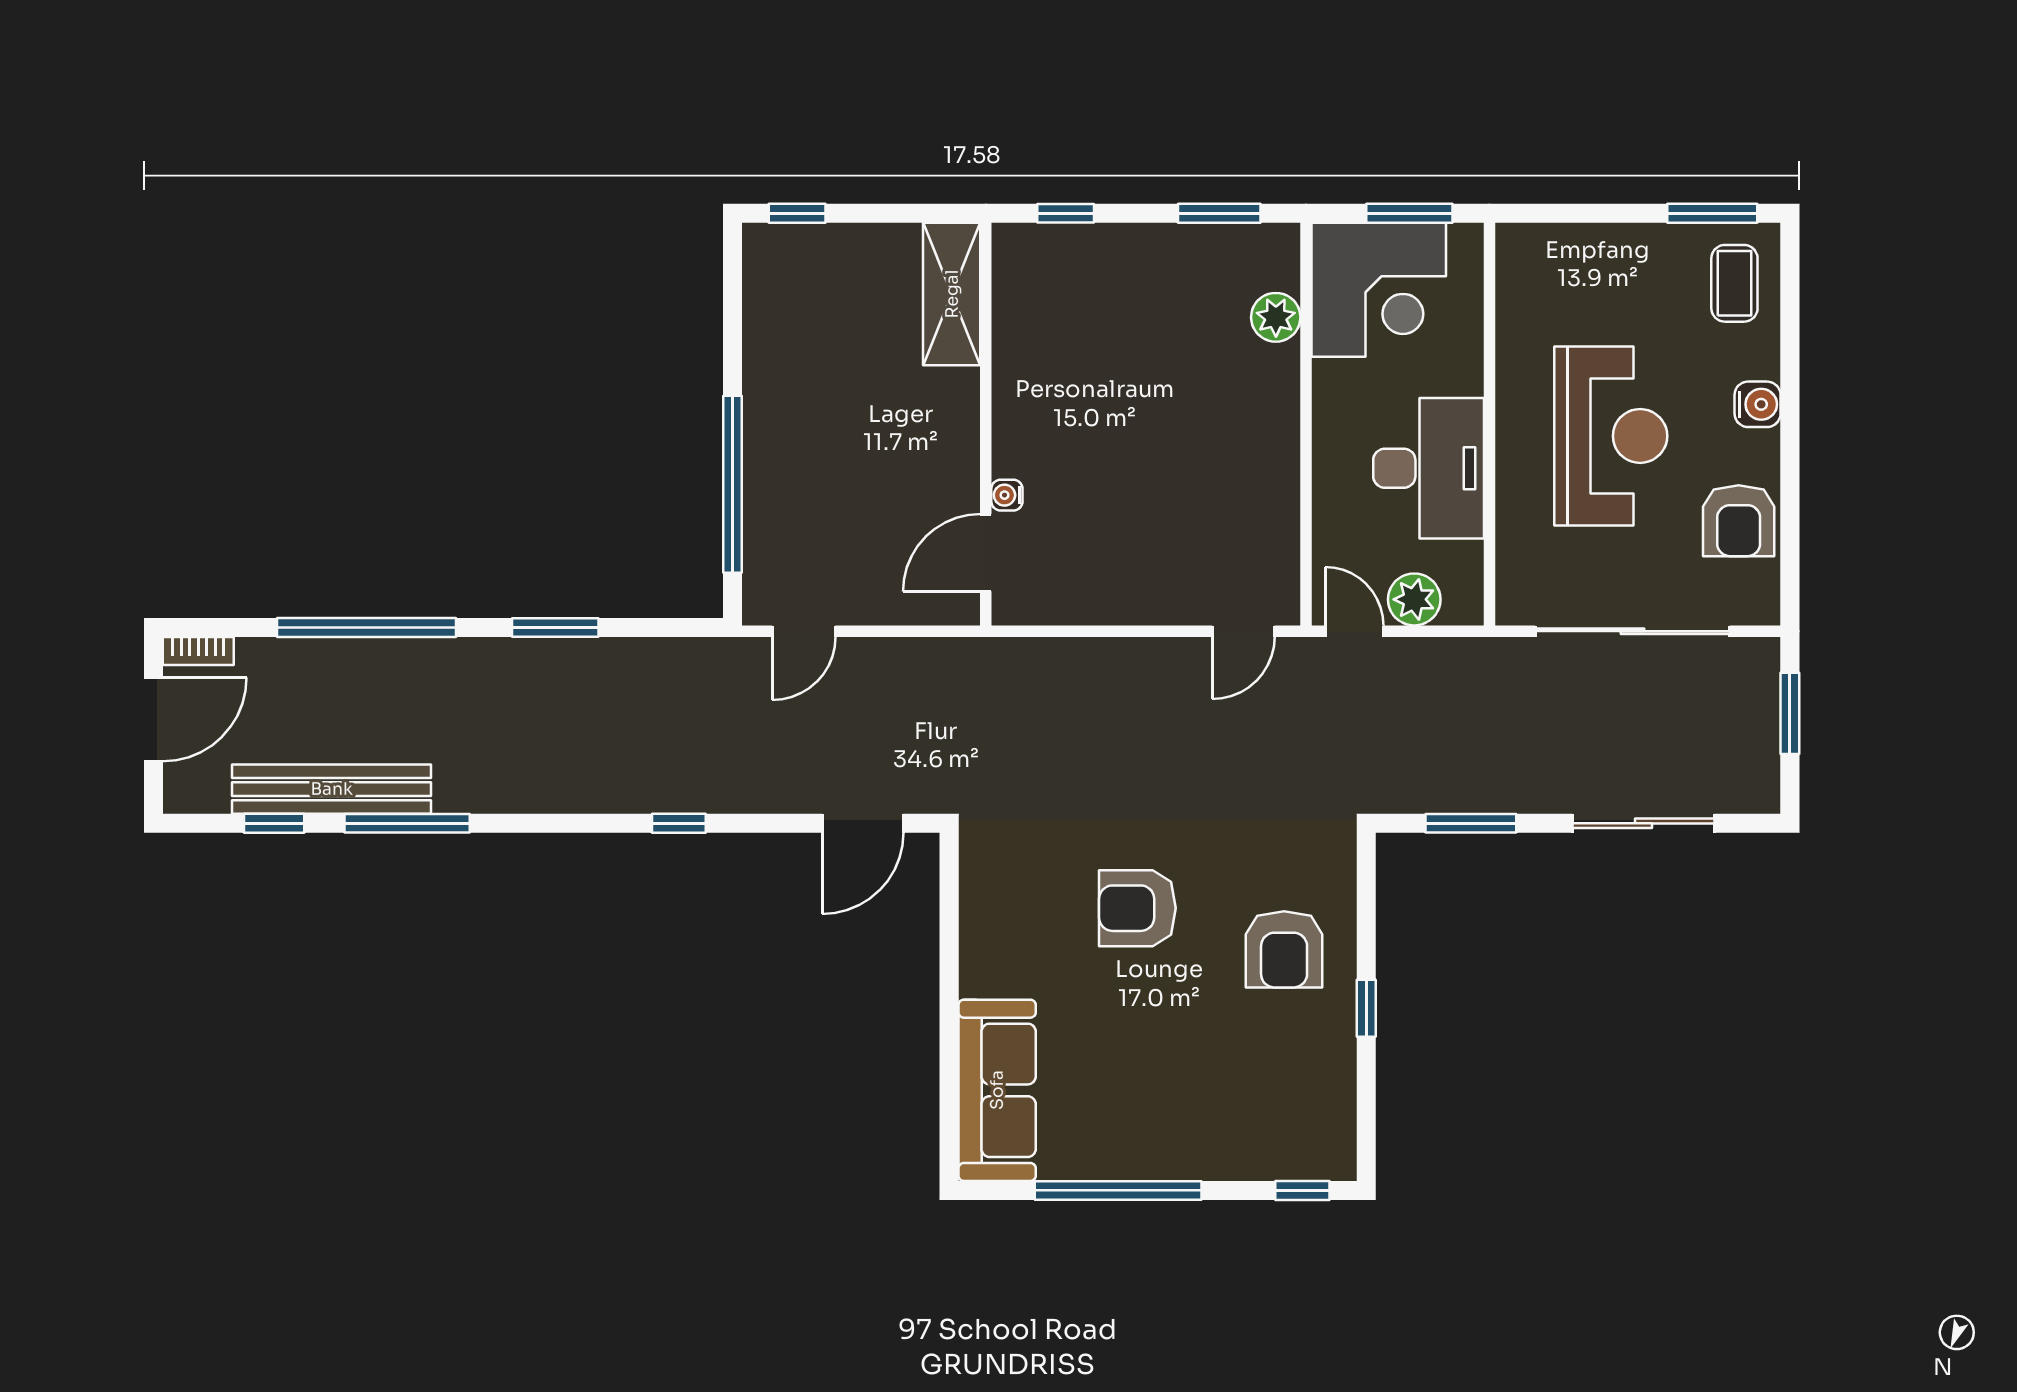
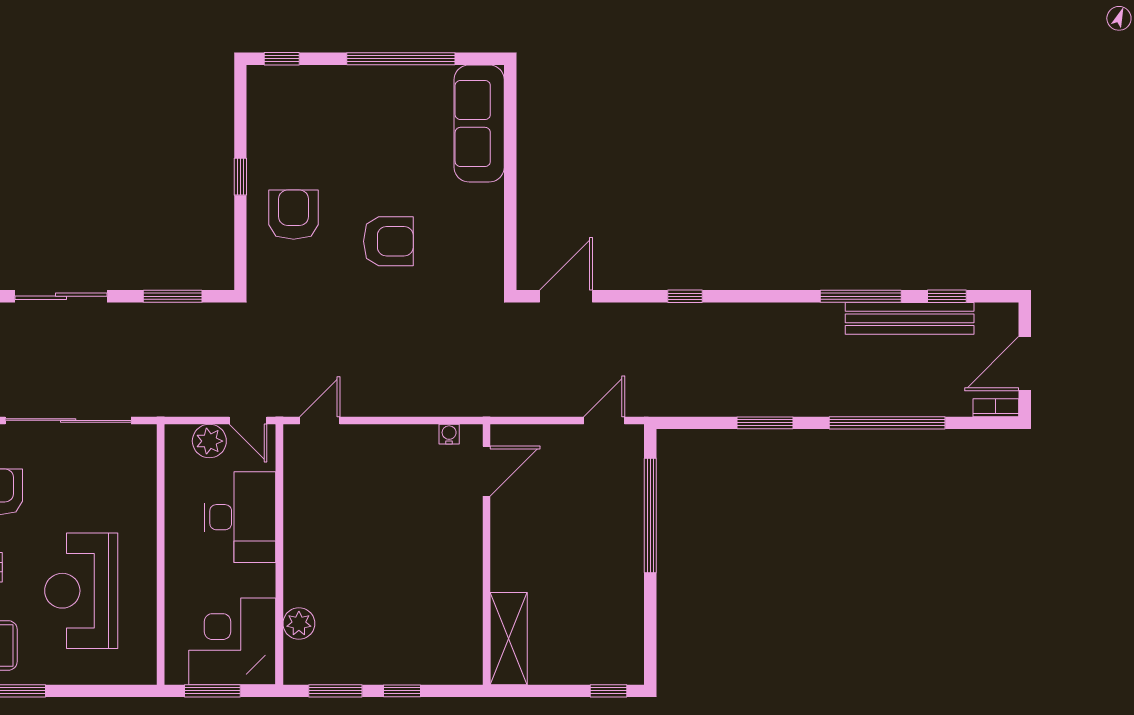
window: (1066, 213) -> (402, 691), moved
reception desk: (1611, 436) -> (81, 591), moved
desk: (1429, 468) -> (240, 517), moved, turned 180
water cooler: (1007, 495) -> (449, 434), moved, turned -90

